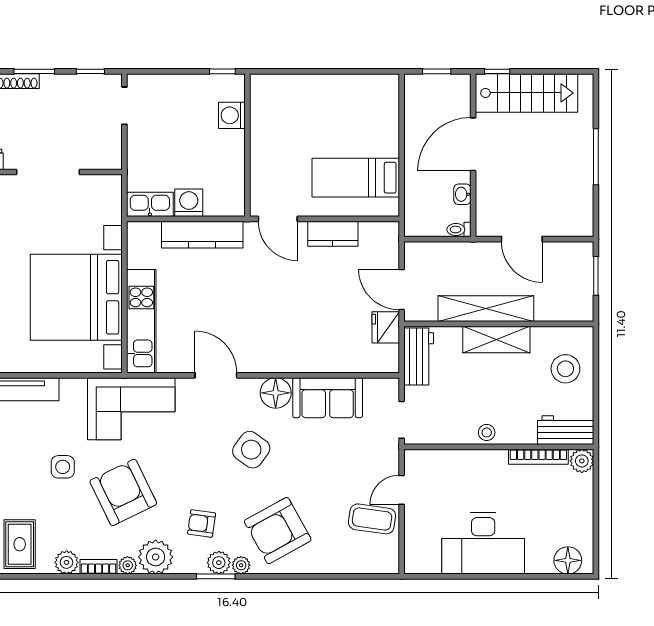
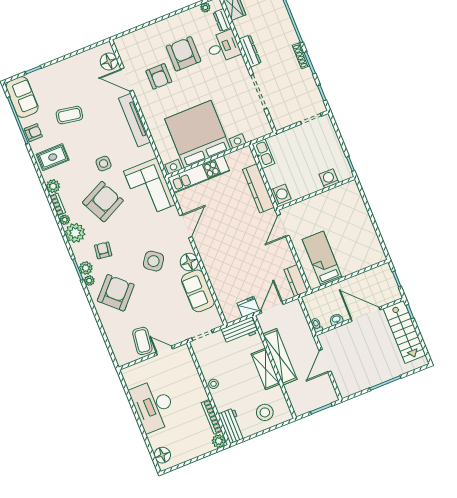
washing machine: (189, 203) -> (281, 194), moved
kitchen counter: (333, 234) -> (296, 281), moved
armchair: (278, 531) -> (116, 293), turned 72

